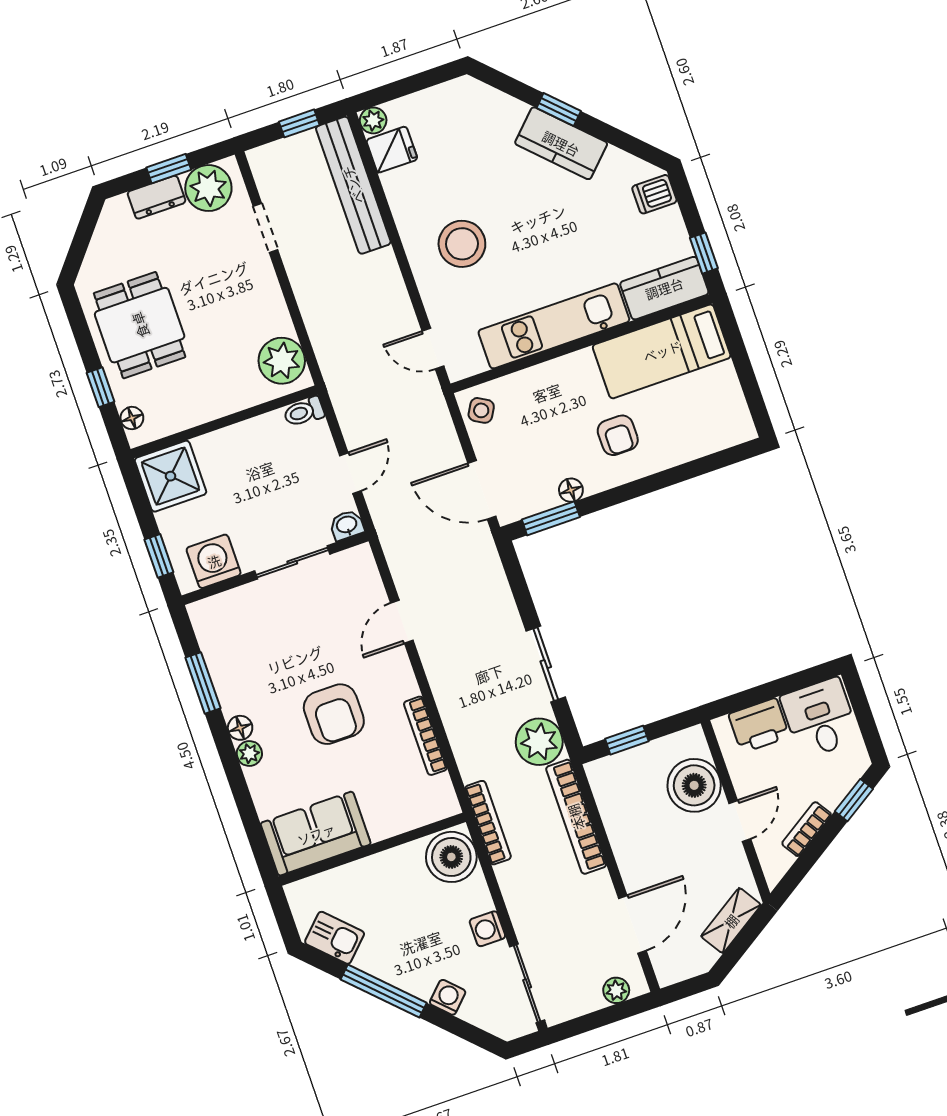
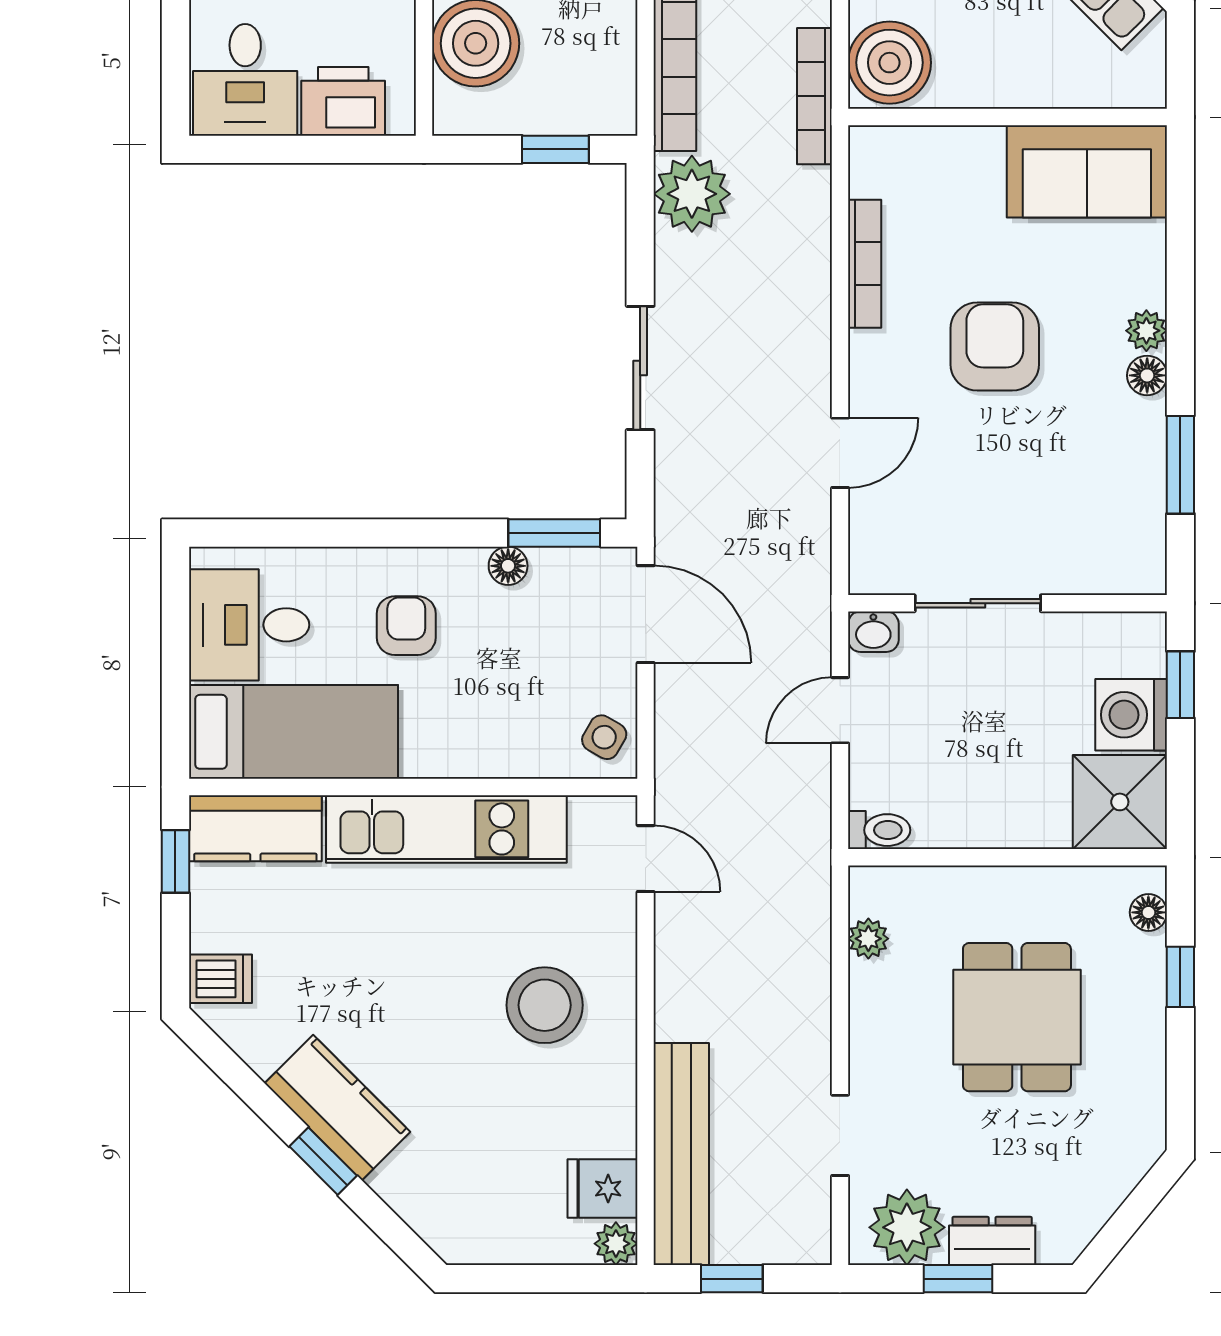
dining table: (140, 325) -> (1017, 1017), moved
plant: (282, 361) -> (868, 939), width x0.53, depth x0.53
desk: (709, 404) -> (249, 625), added
washing machine: (214, 561) -> (1131, 715), moved, turned 90
sliding door: (546, 664) -> (640, 368), moved

